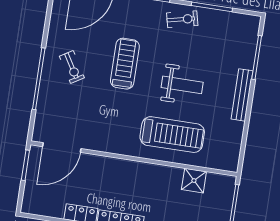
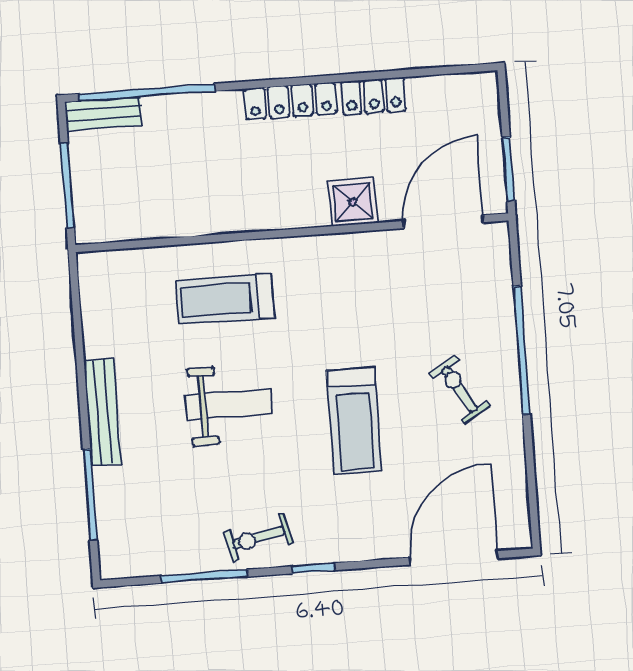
weight bench: (182, 85) -> (228, 404), turned 180
treadmill: (172, 135) -> (225, 299), width x0.73, depth x0.73
shower: (194, 181) -> (353, 202), moved

